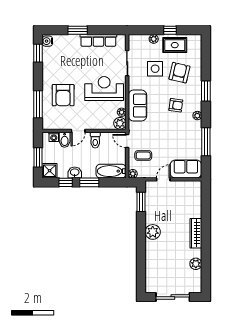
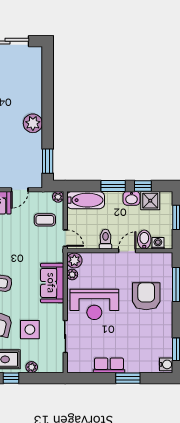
row of seats: (98, 40) -> (109, 365), width x0.68
shower: (50, 171) -> (150, 201), moved

